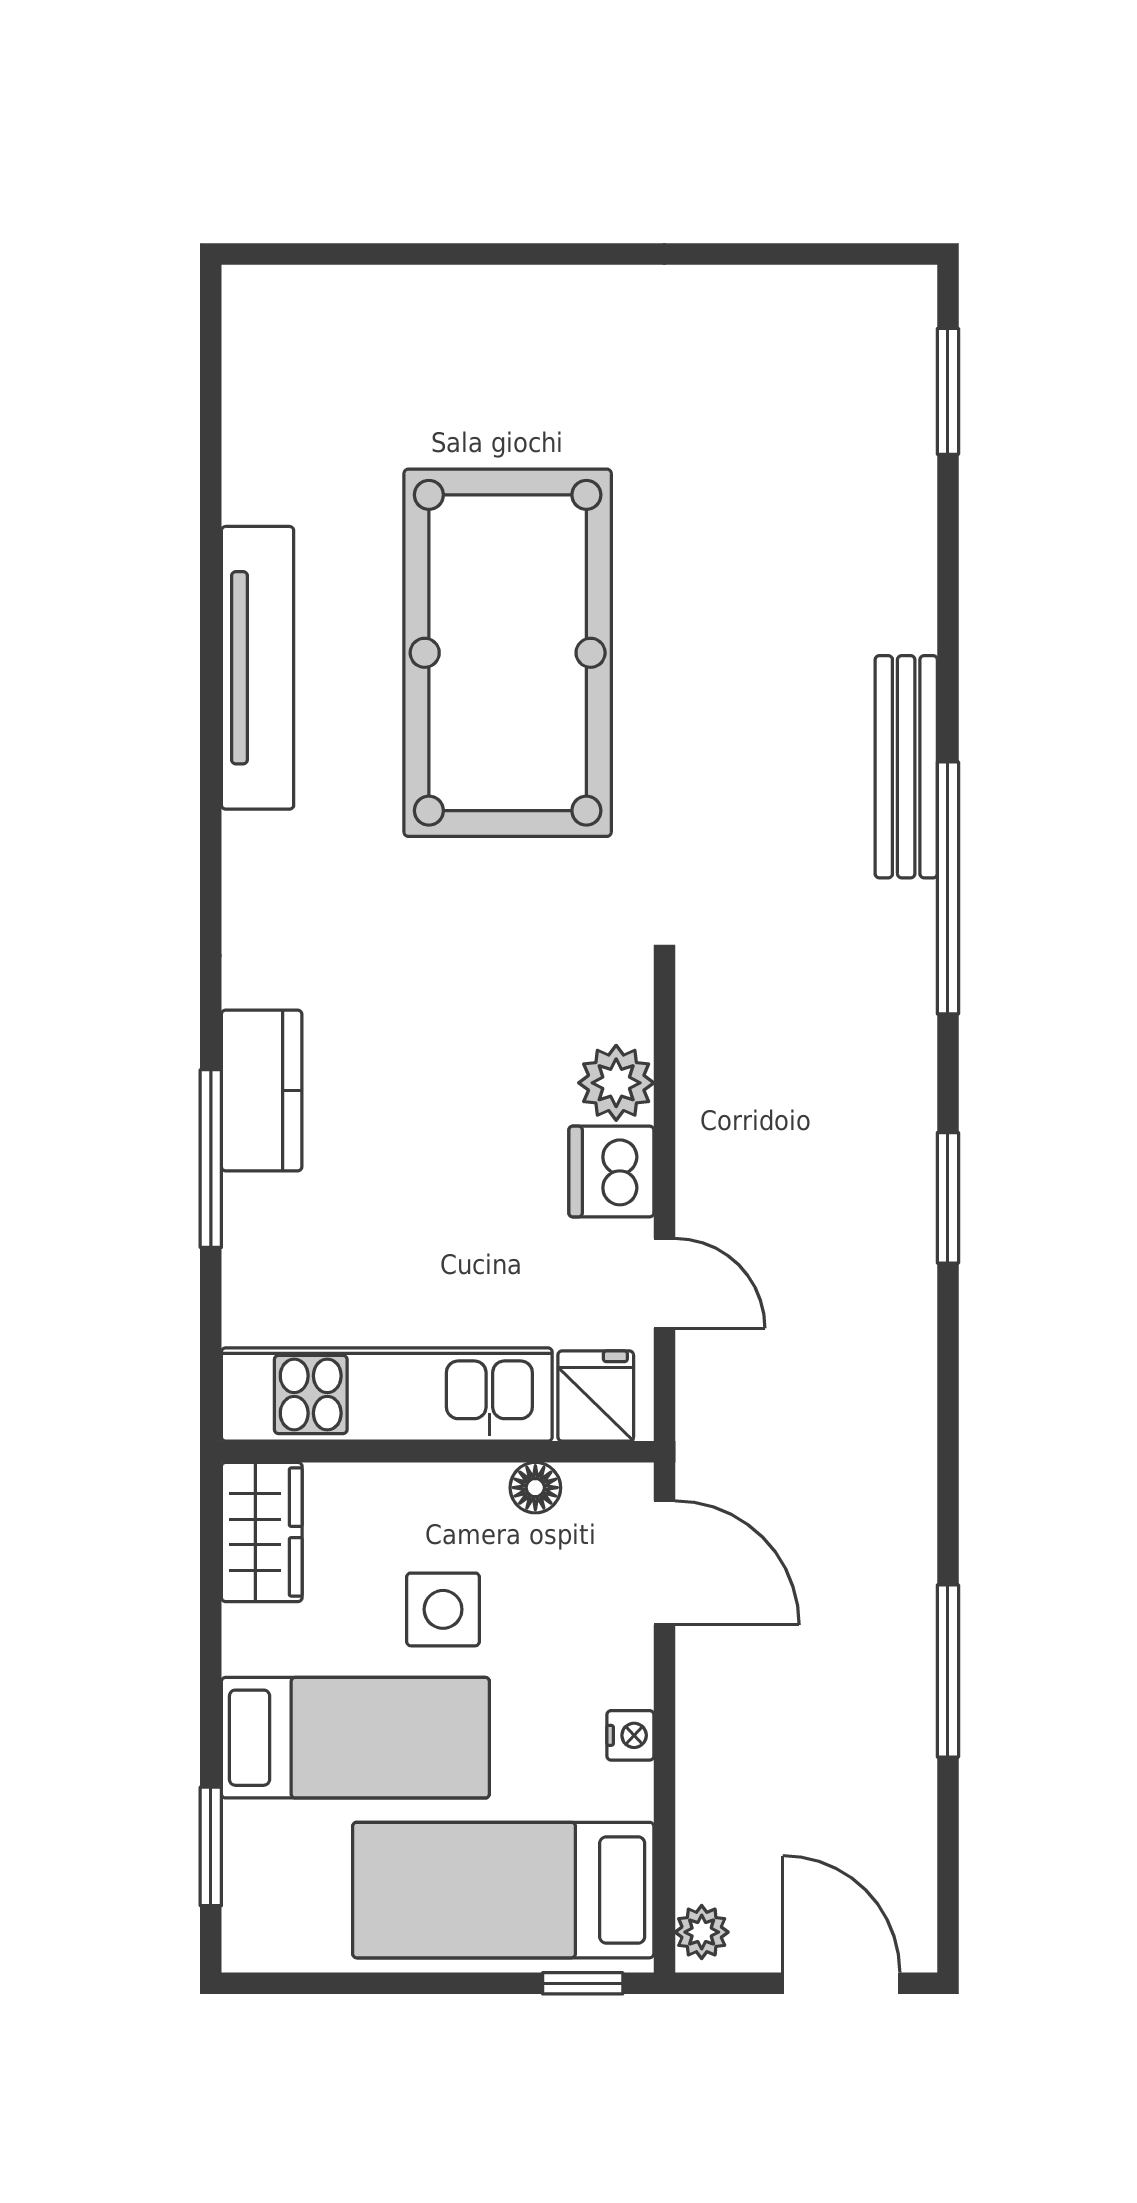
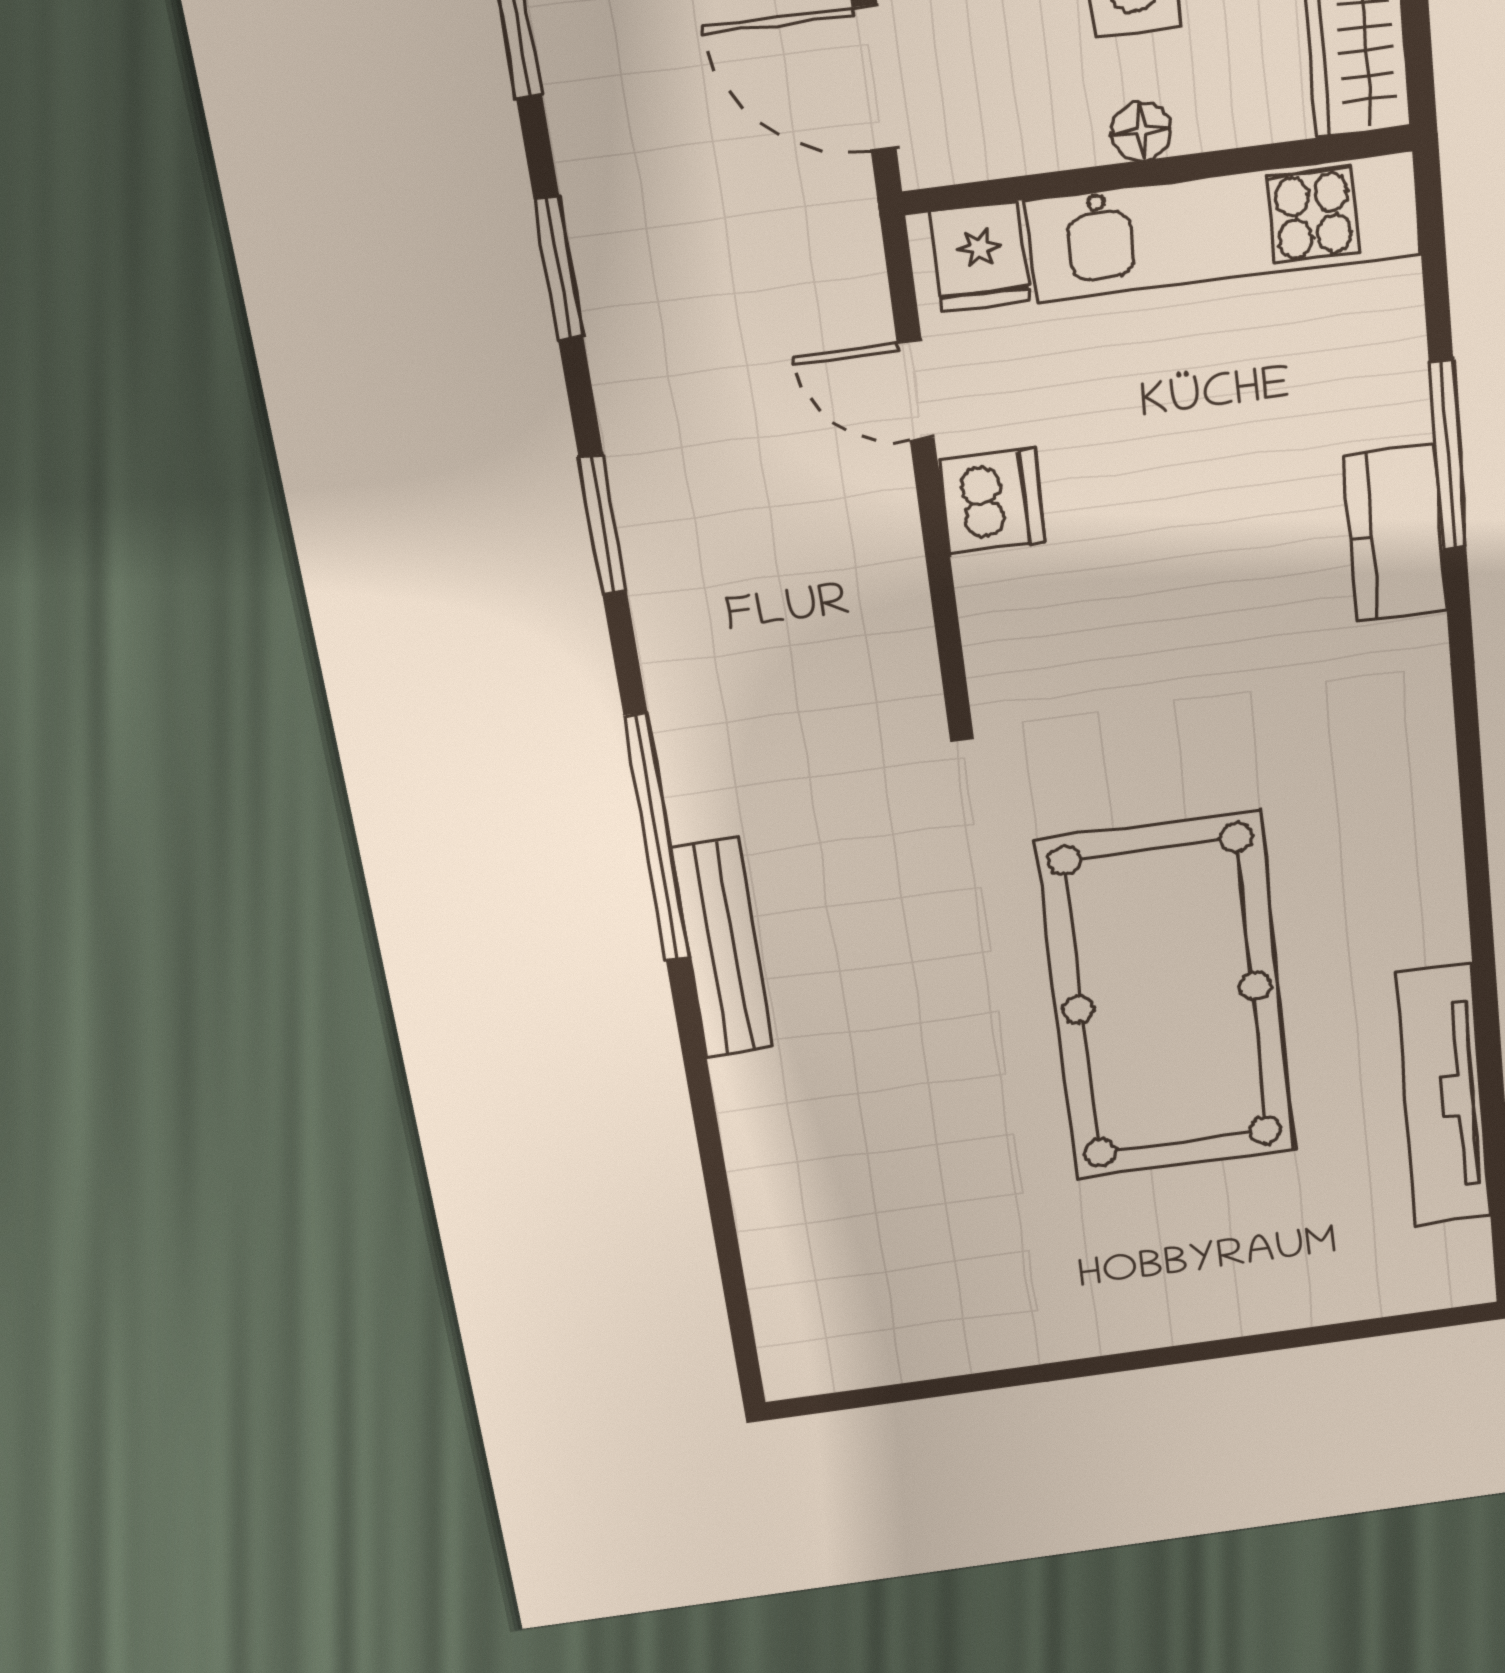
window: (948, 391) -> (559, 269), moved
tv unit: (258, 668) -> (1444, 1097), moved
plant: (616, 1083) -> (998, 594), removed
floor lamp: (535, 1488) -> (1141, 131), moved

